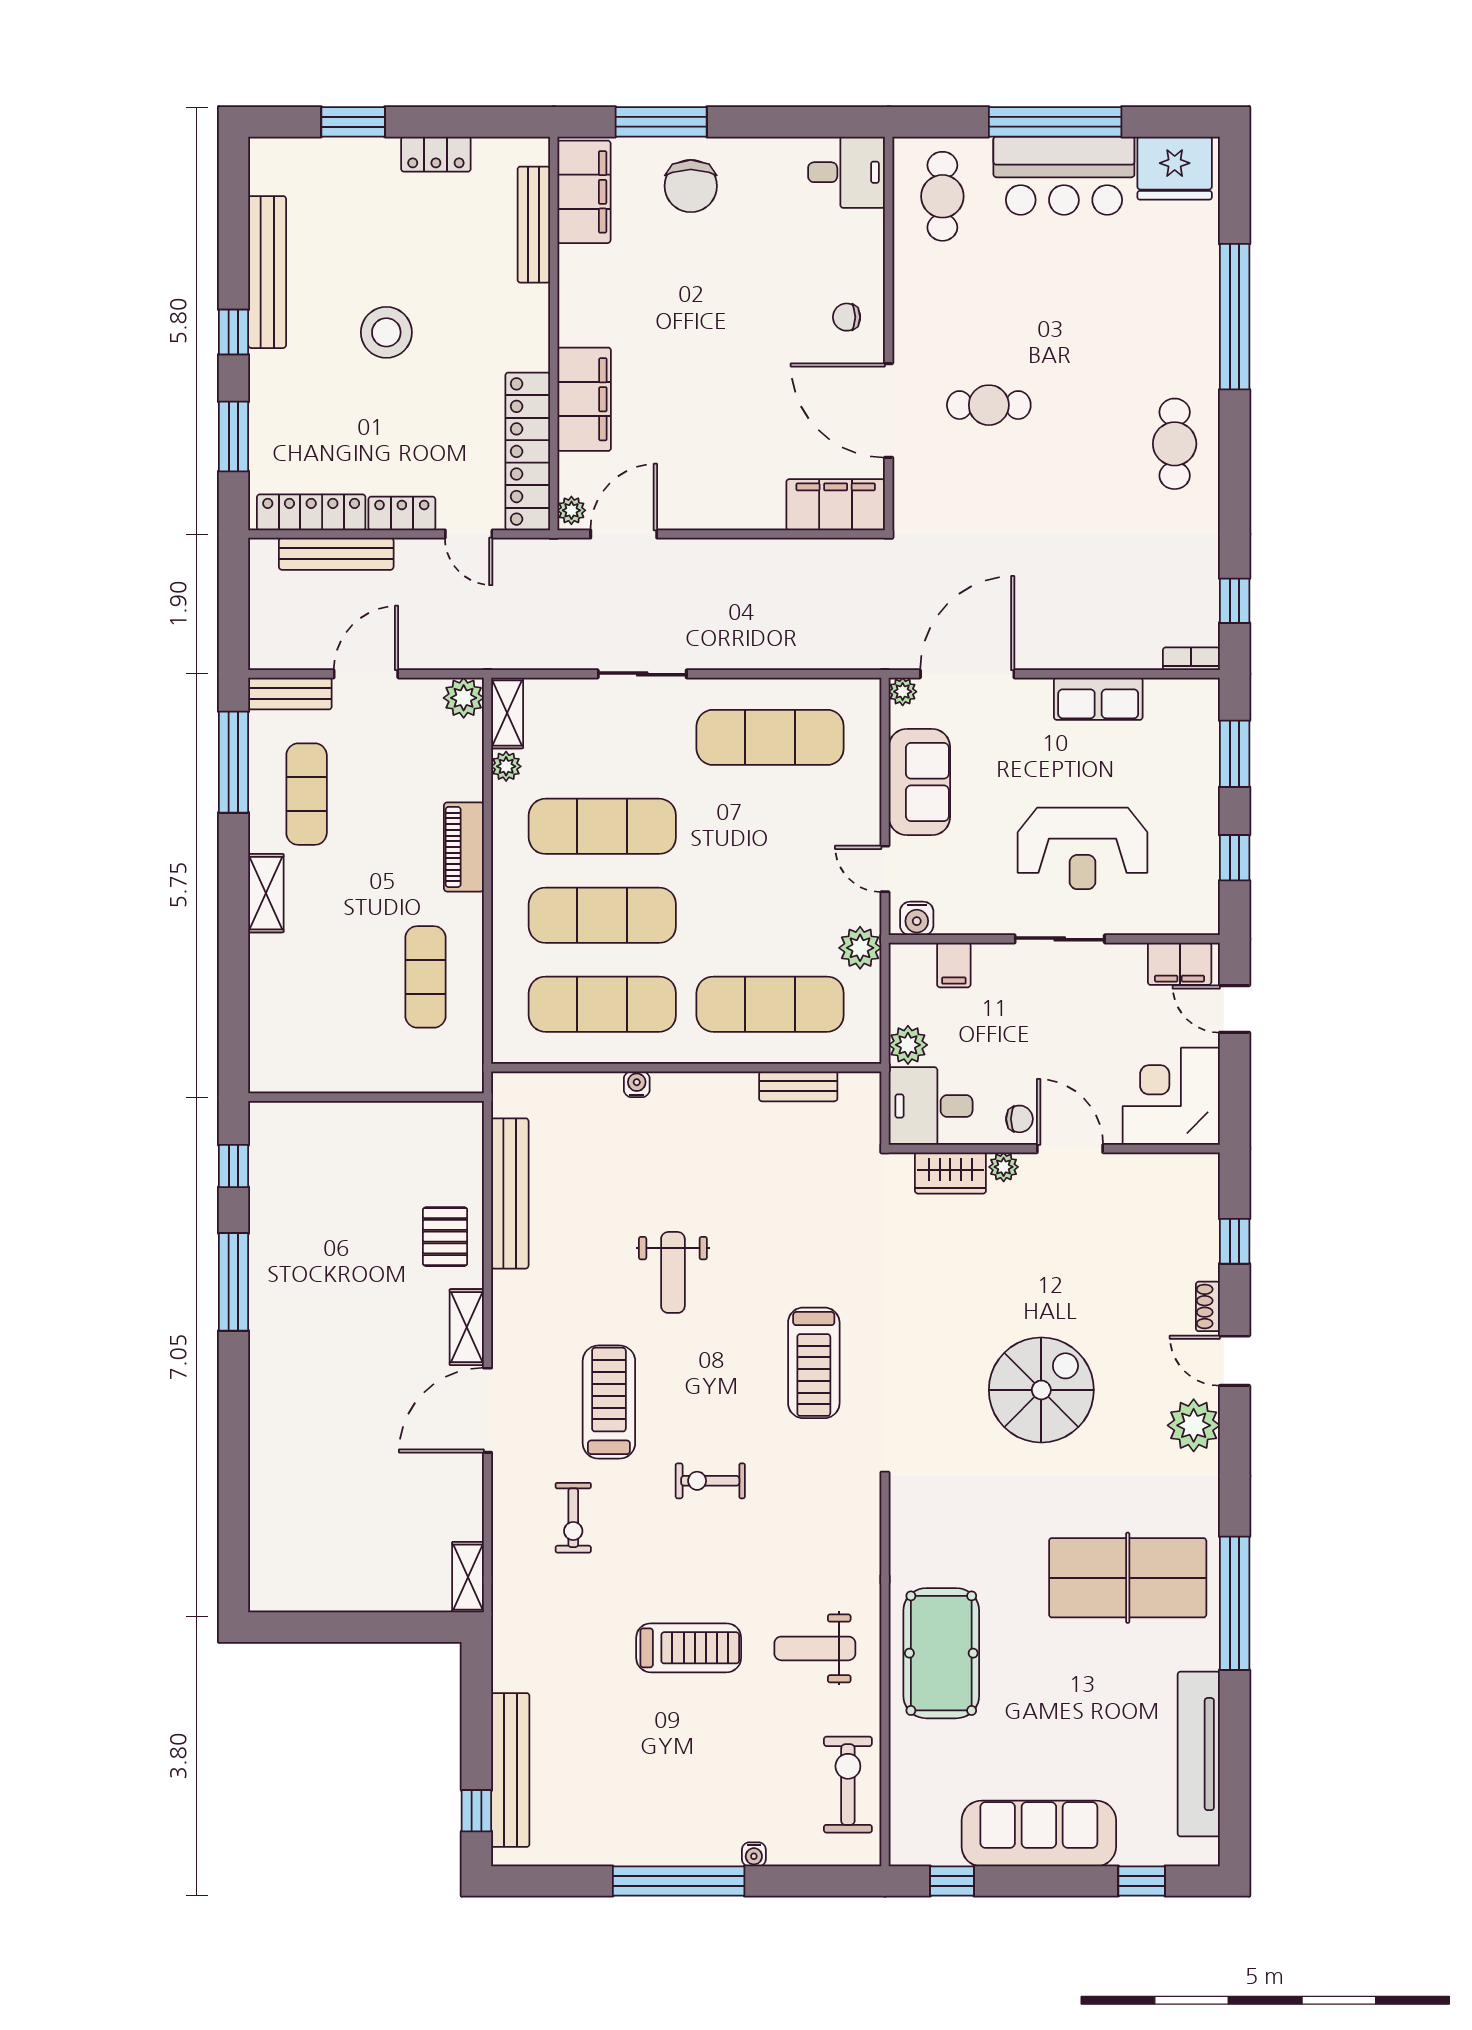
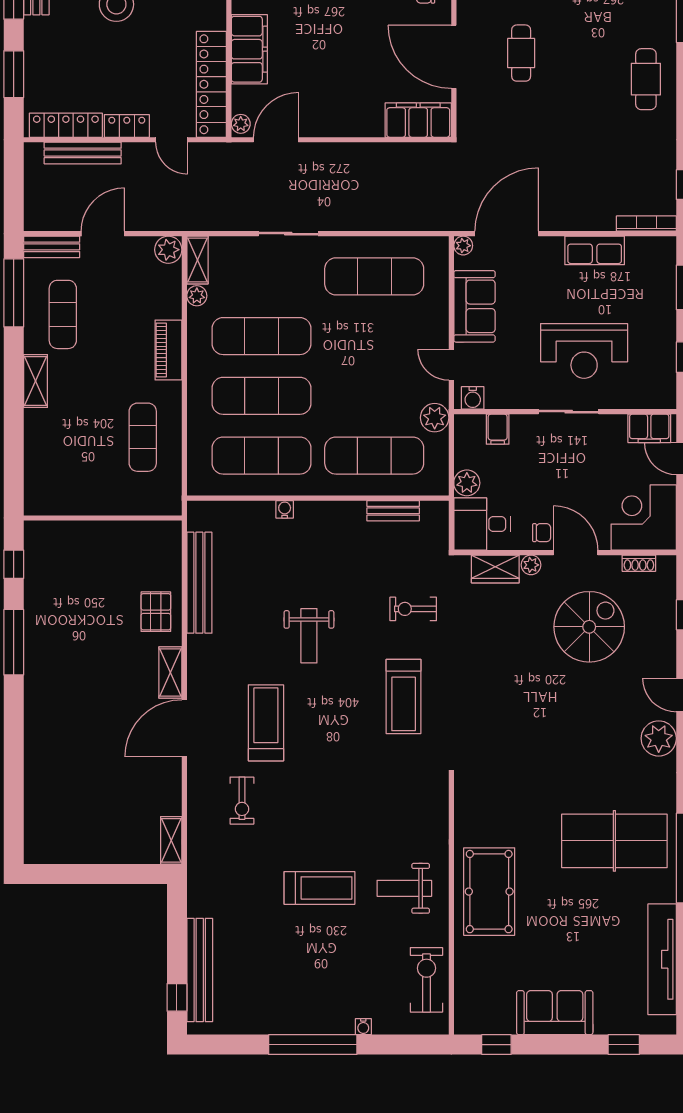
cafe table: (989, 405) -> (521, 53), turned 90
bookcase: (1191, 659) -> (646, 224), width x1.56
shoe rack: (1208, 1306) -> (639, 563), moved, turned -90
spiral stairs: (1041, 1390) -> (589, 627), moved
exercise bike: (710, 1481) -> (413, 609), moved
sofa: (1039, 1834) -> (555, 1013), width x0.73

